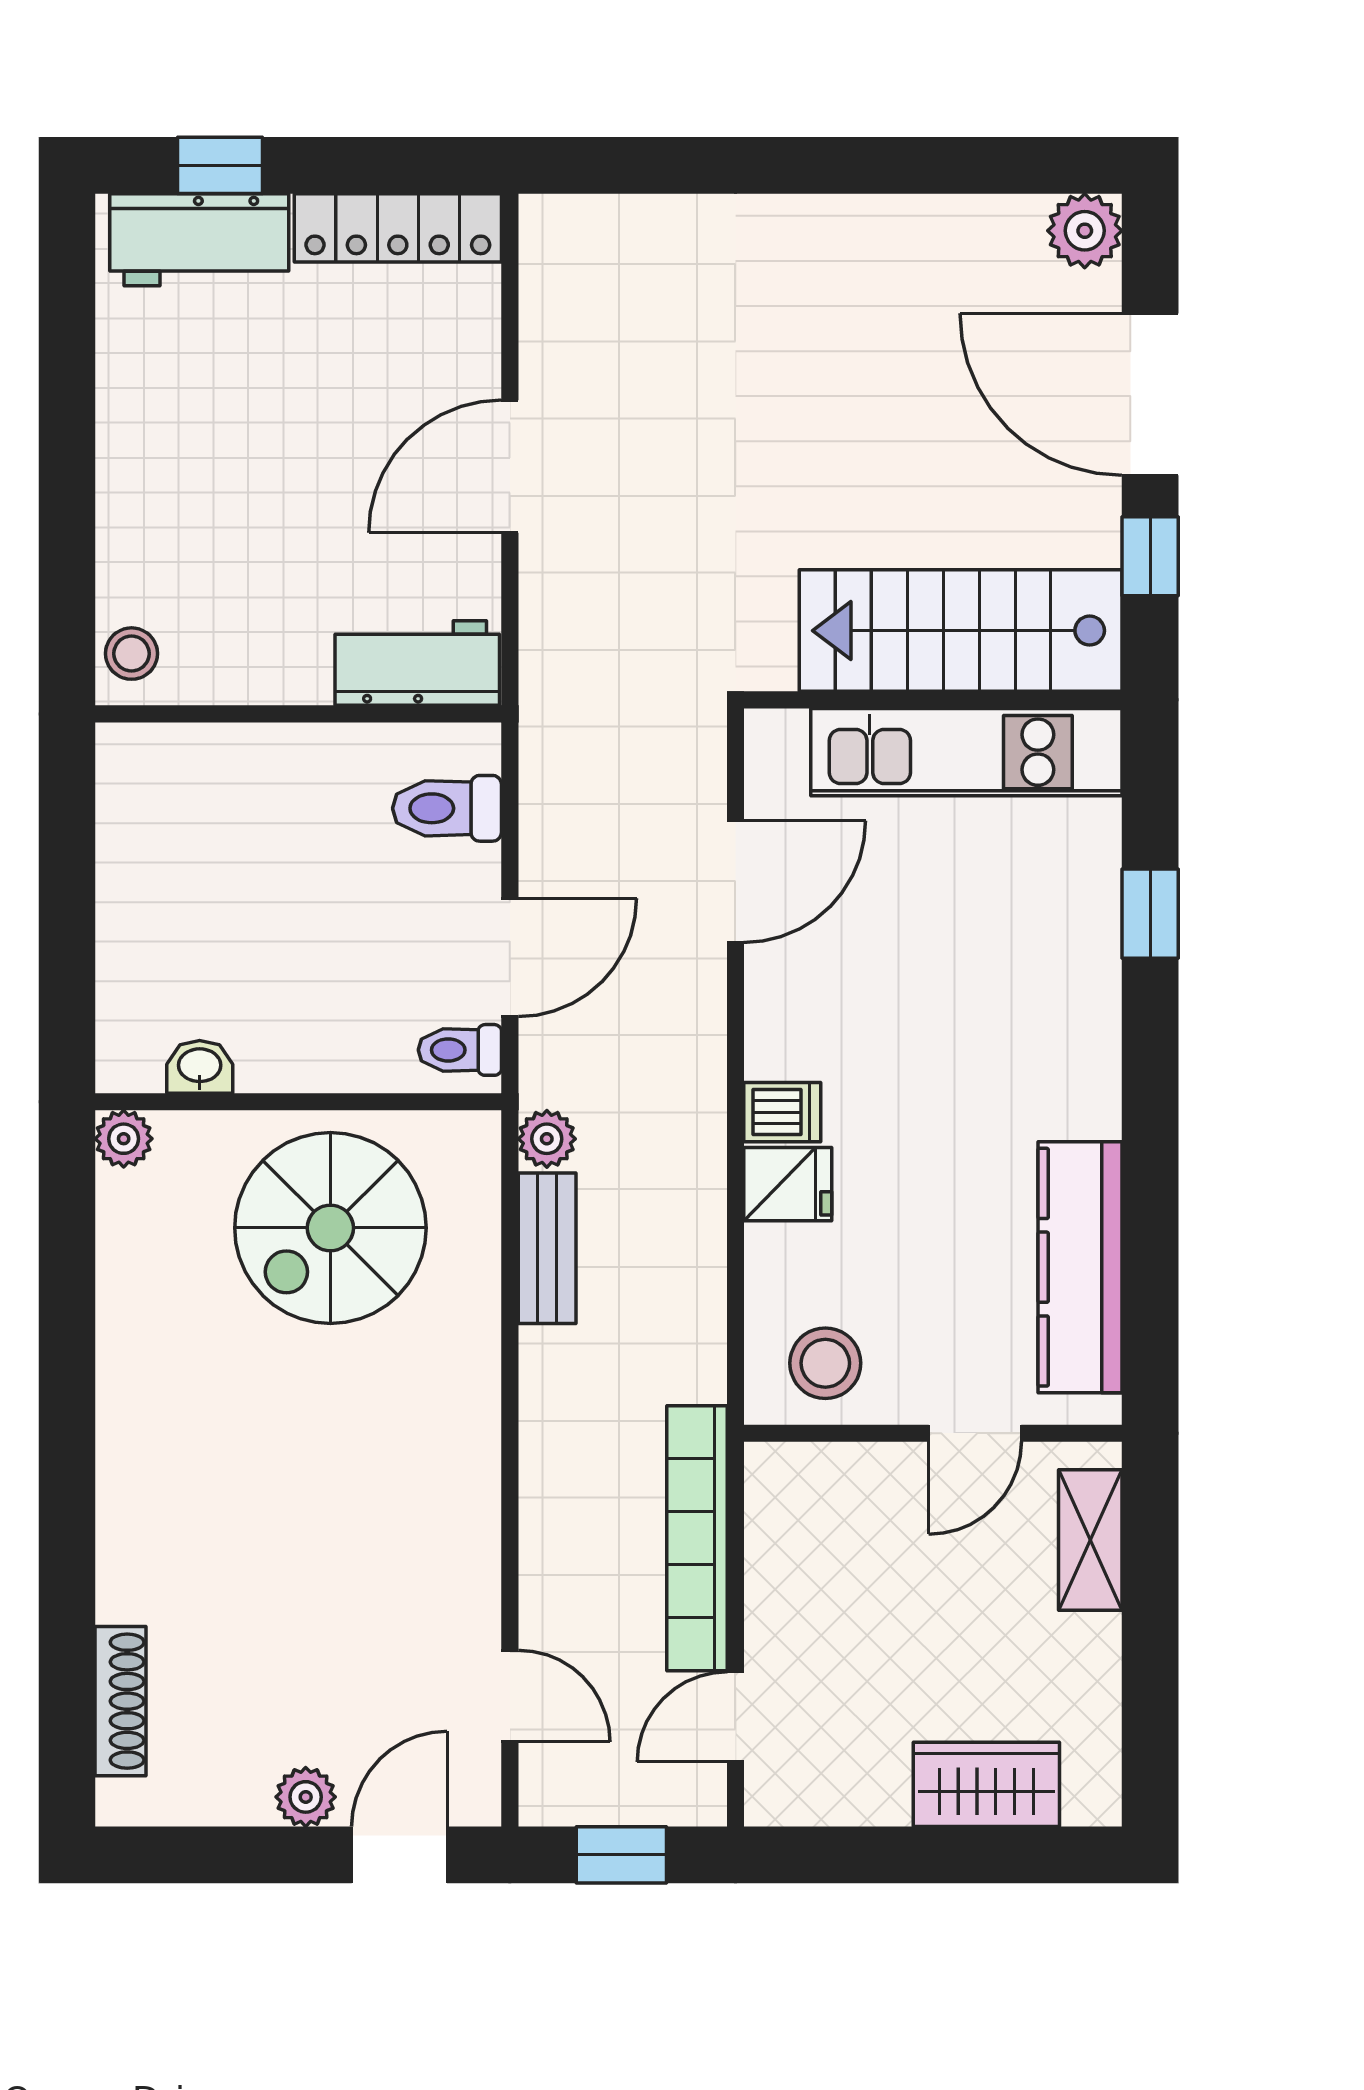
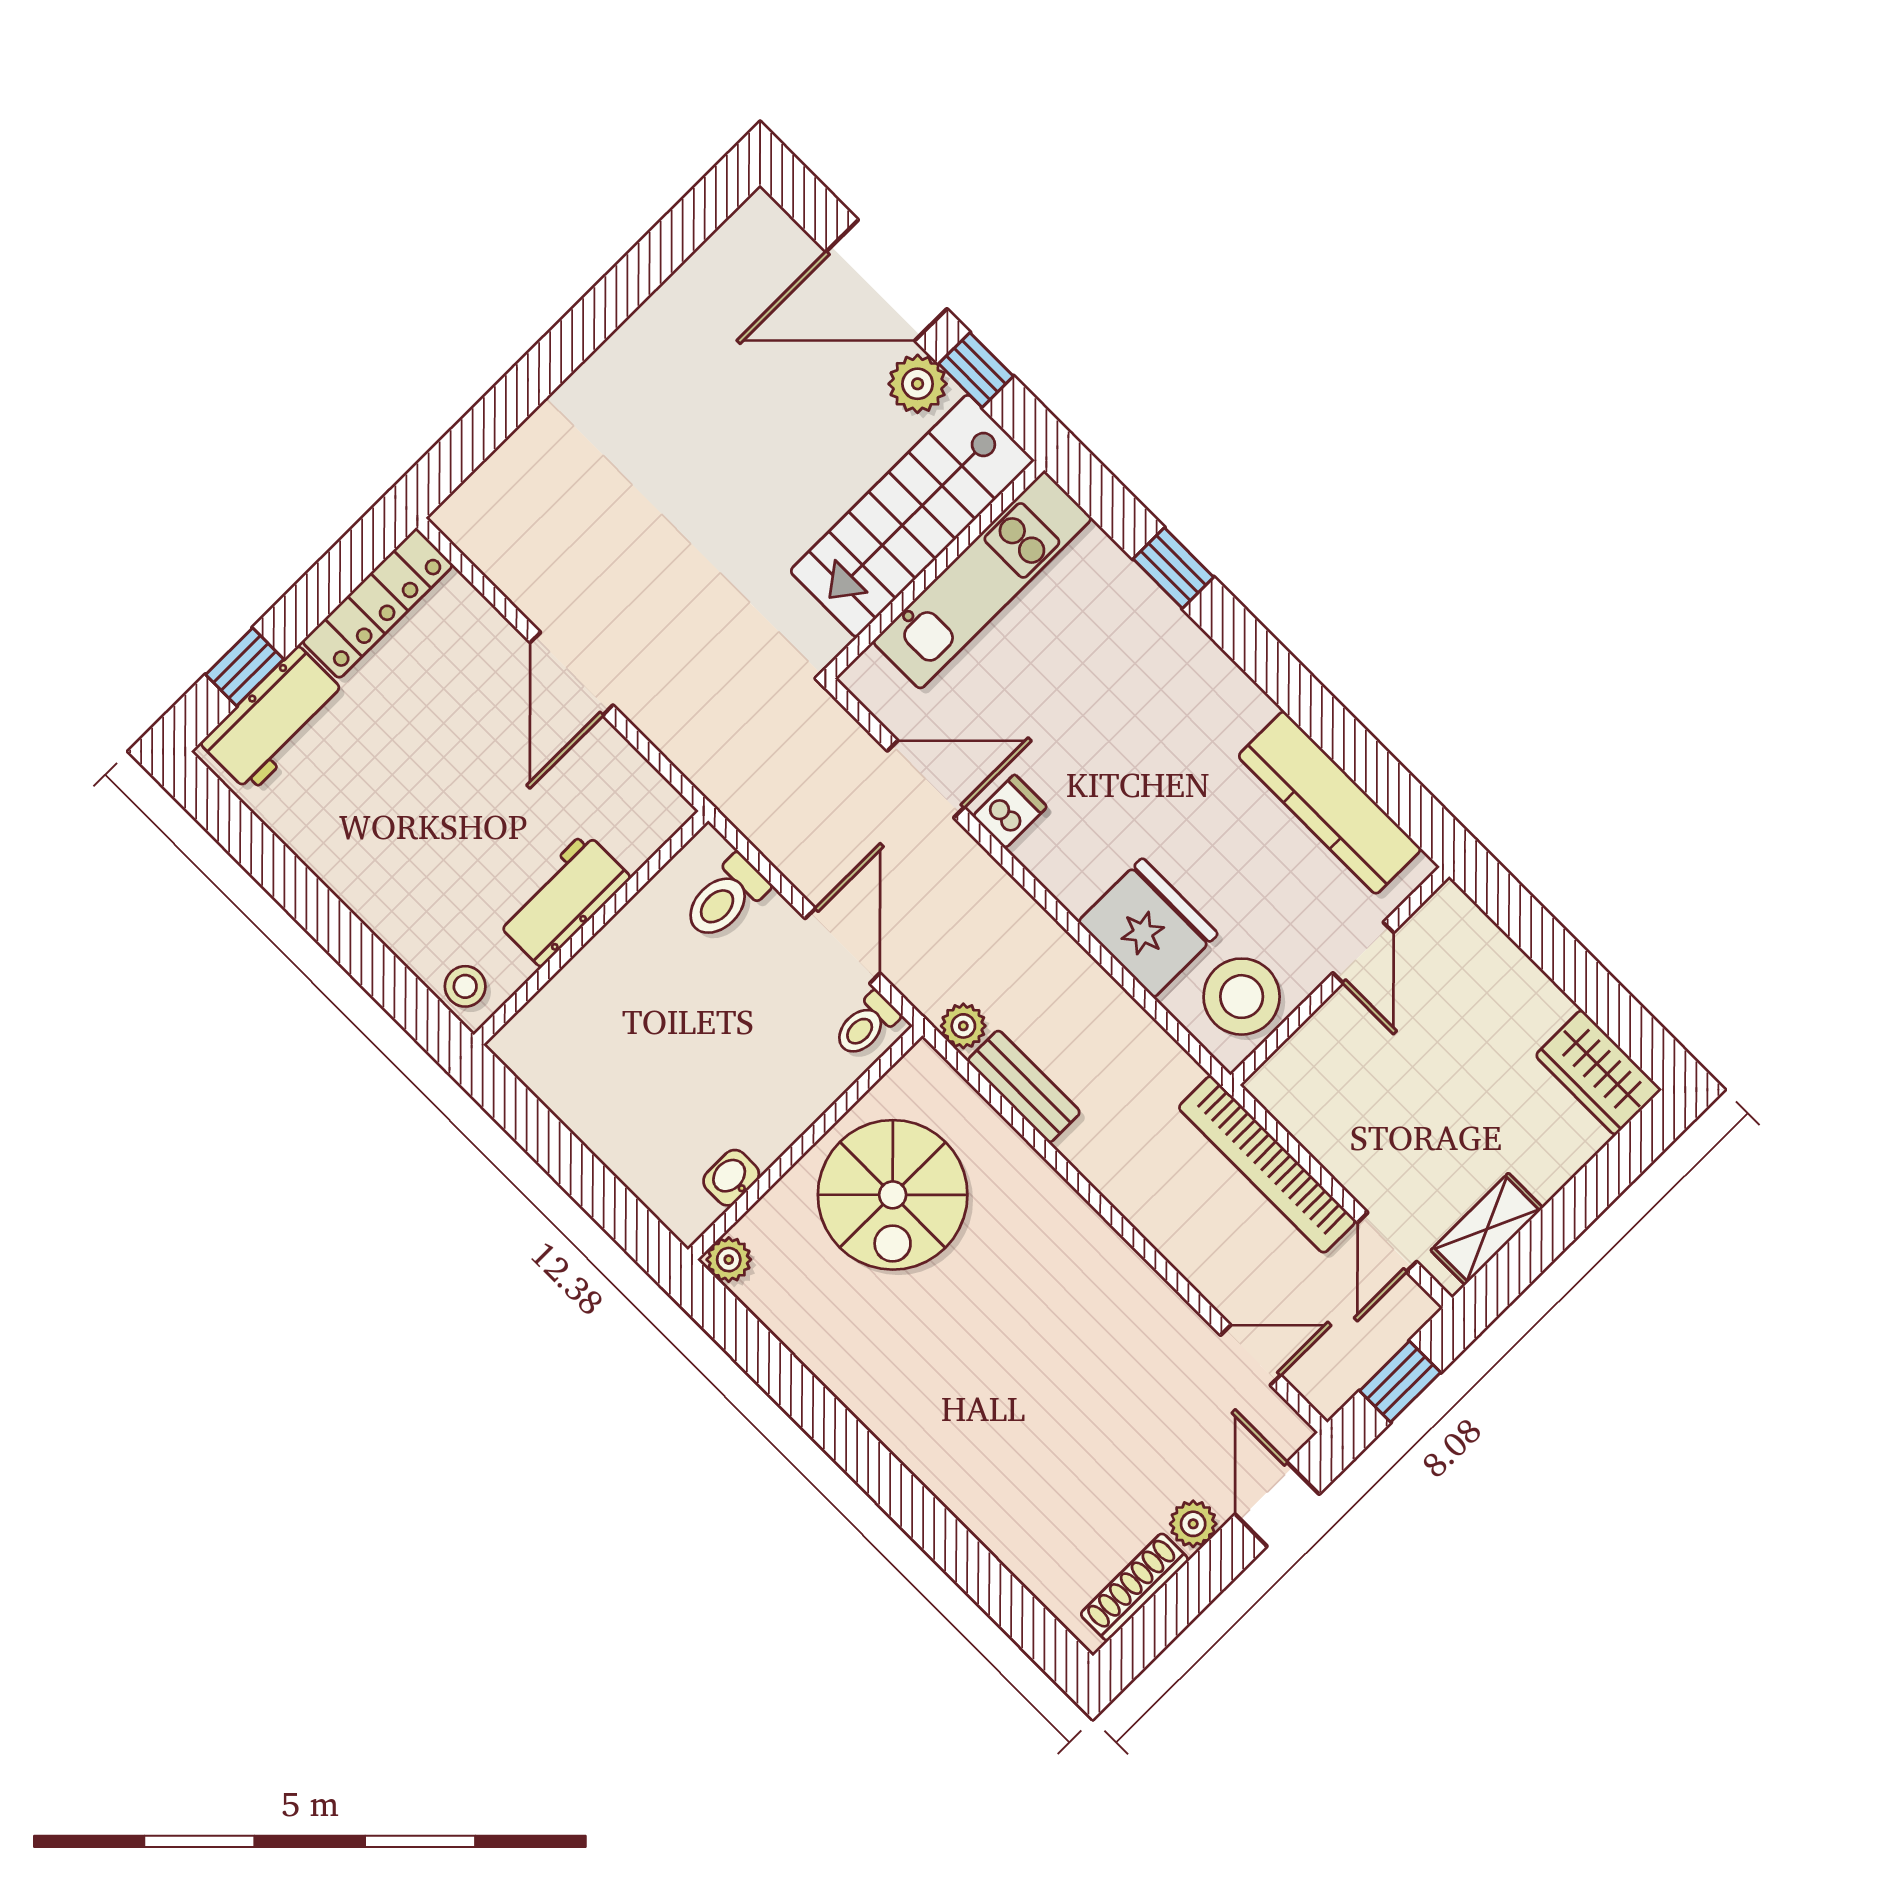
plant: (1085, 231) -> (918, 384), moved
workbench: (417, 663) -> (563, 899), moved
door: (735, 881) -> (926, 779), hinge flipped
dishwasher: (782, 1112) -> (1010, 811), moved
fridge: (788, 1184) -> (1148, 928), width x1.88, depth x1.34
stool: (825, 1363) -> (1242, 997), width x1.38, depth x1.38
shelving: (1090, 1540) -> (1487, 1229), moved, turned 90
shoe rack: (121, 1701) -> (1135, 1587), moved, turned -90
wardrobe: (986, 1784) -> (1598, 1073), moved, turned -90

